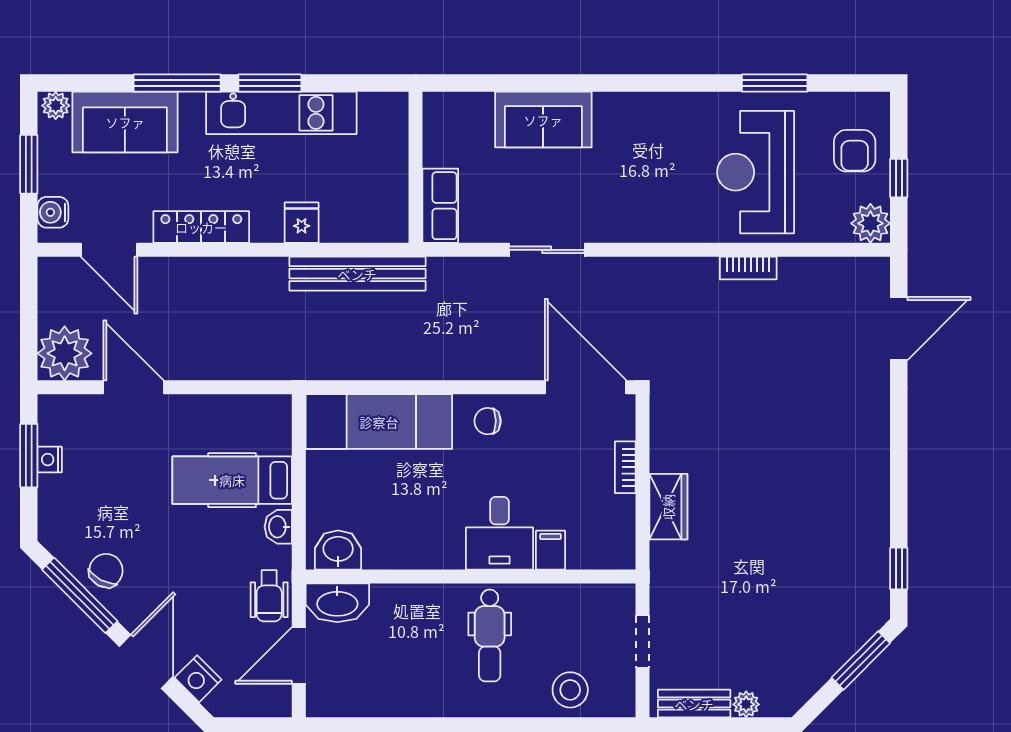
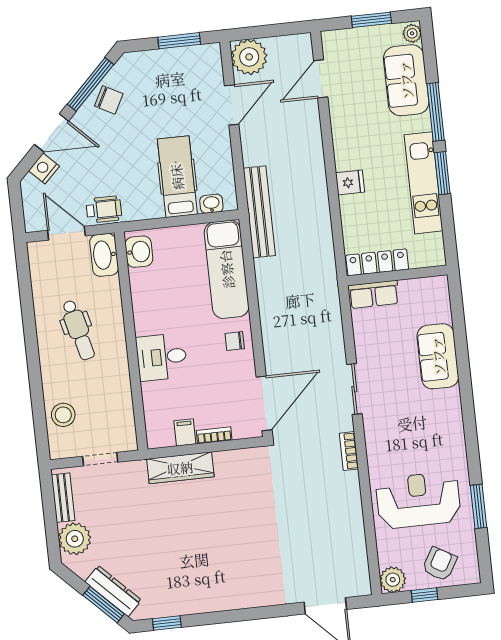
armchair: (855, 151) -> (440, 564), turned 120
water cooler: (53, 212) -> (341, 39), removed
fridge: (302, 223) -> (350, 182), moved
locker: (201, 227) -> (377, 262), moved, turned -90
sliding door: (547, 250) -> (354, 389), moved
bookcase: (748, 268) -> (349, 451), moved
bench: (357, 274) -> (259, 212), moved
chair: (488, 421) -> (235, 341), turned -90
nightstand: (50, 460) -> (178, 55), removed
wardrobe: (668, 507) -> (180, 468), width x1.50
washbasin: (278, 527) -> (211, 204), moved
filing cabinet: (551, 550) -> (185, 432), moved, turned -90
wheelchair: (269, 596) -> (104, 209), turned 180
dental chair: (490, 635) -> (78, 330), moved, turned -104
dresser: (842, 644) -> (113, 591), added
plant: (746, 704) -> (75, 539), width x1.88, depth x1.88

